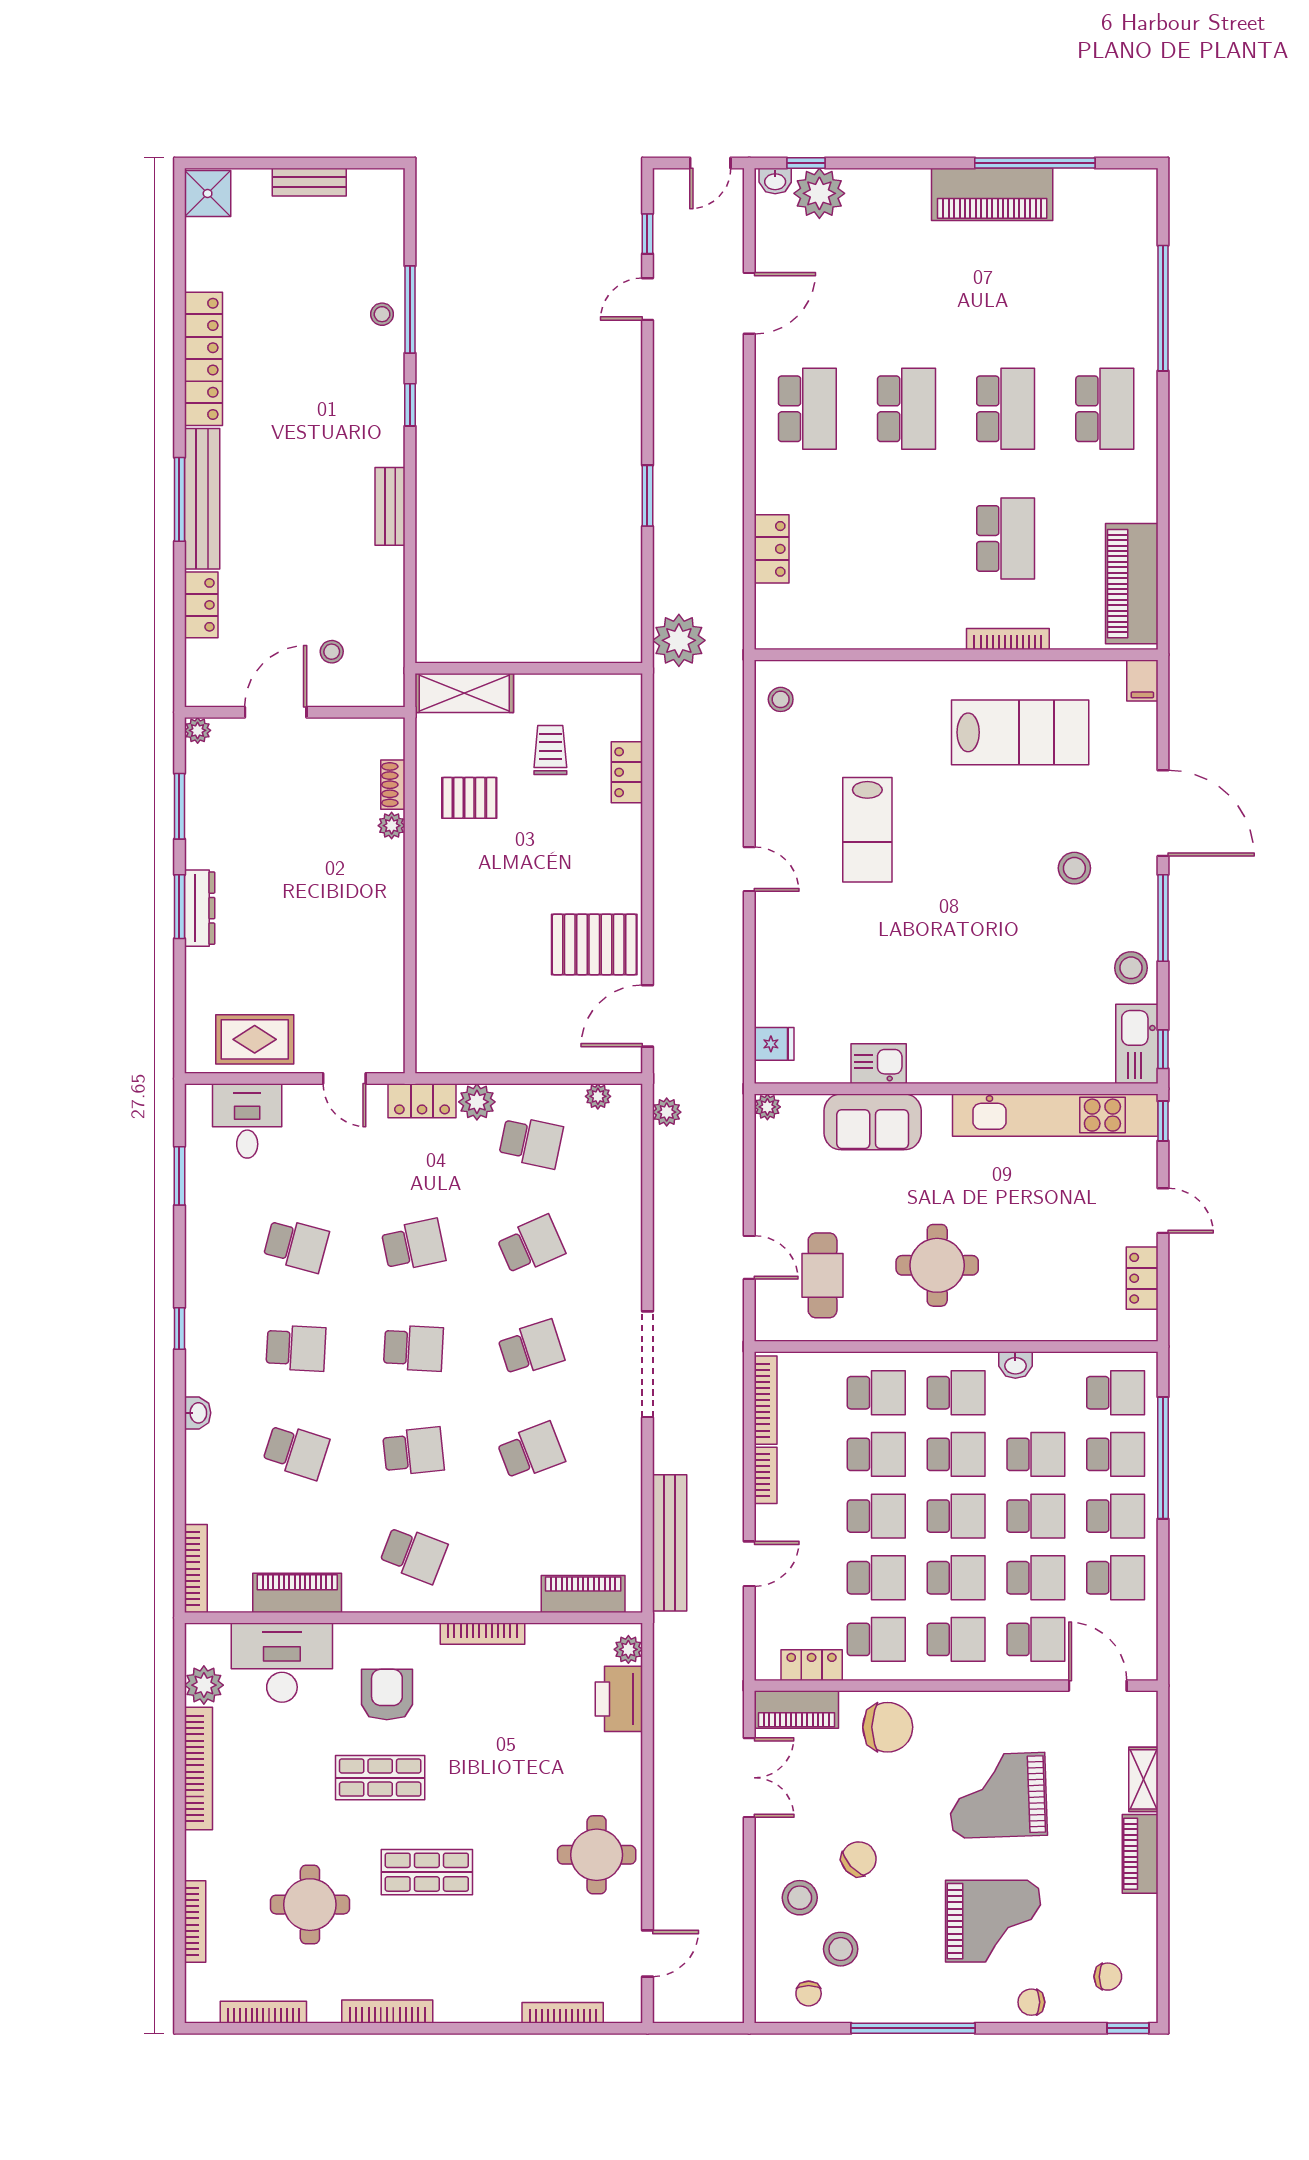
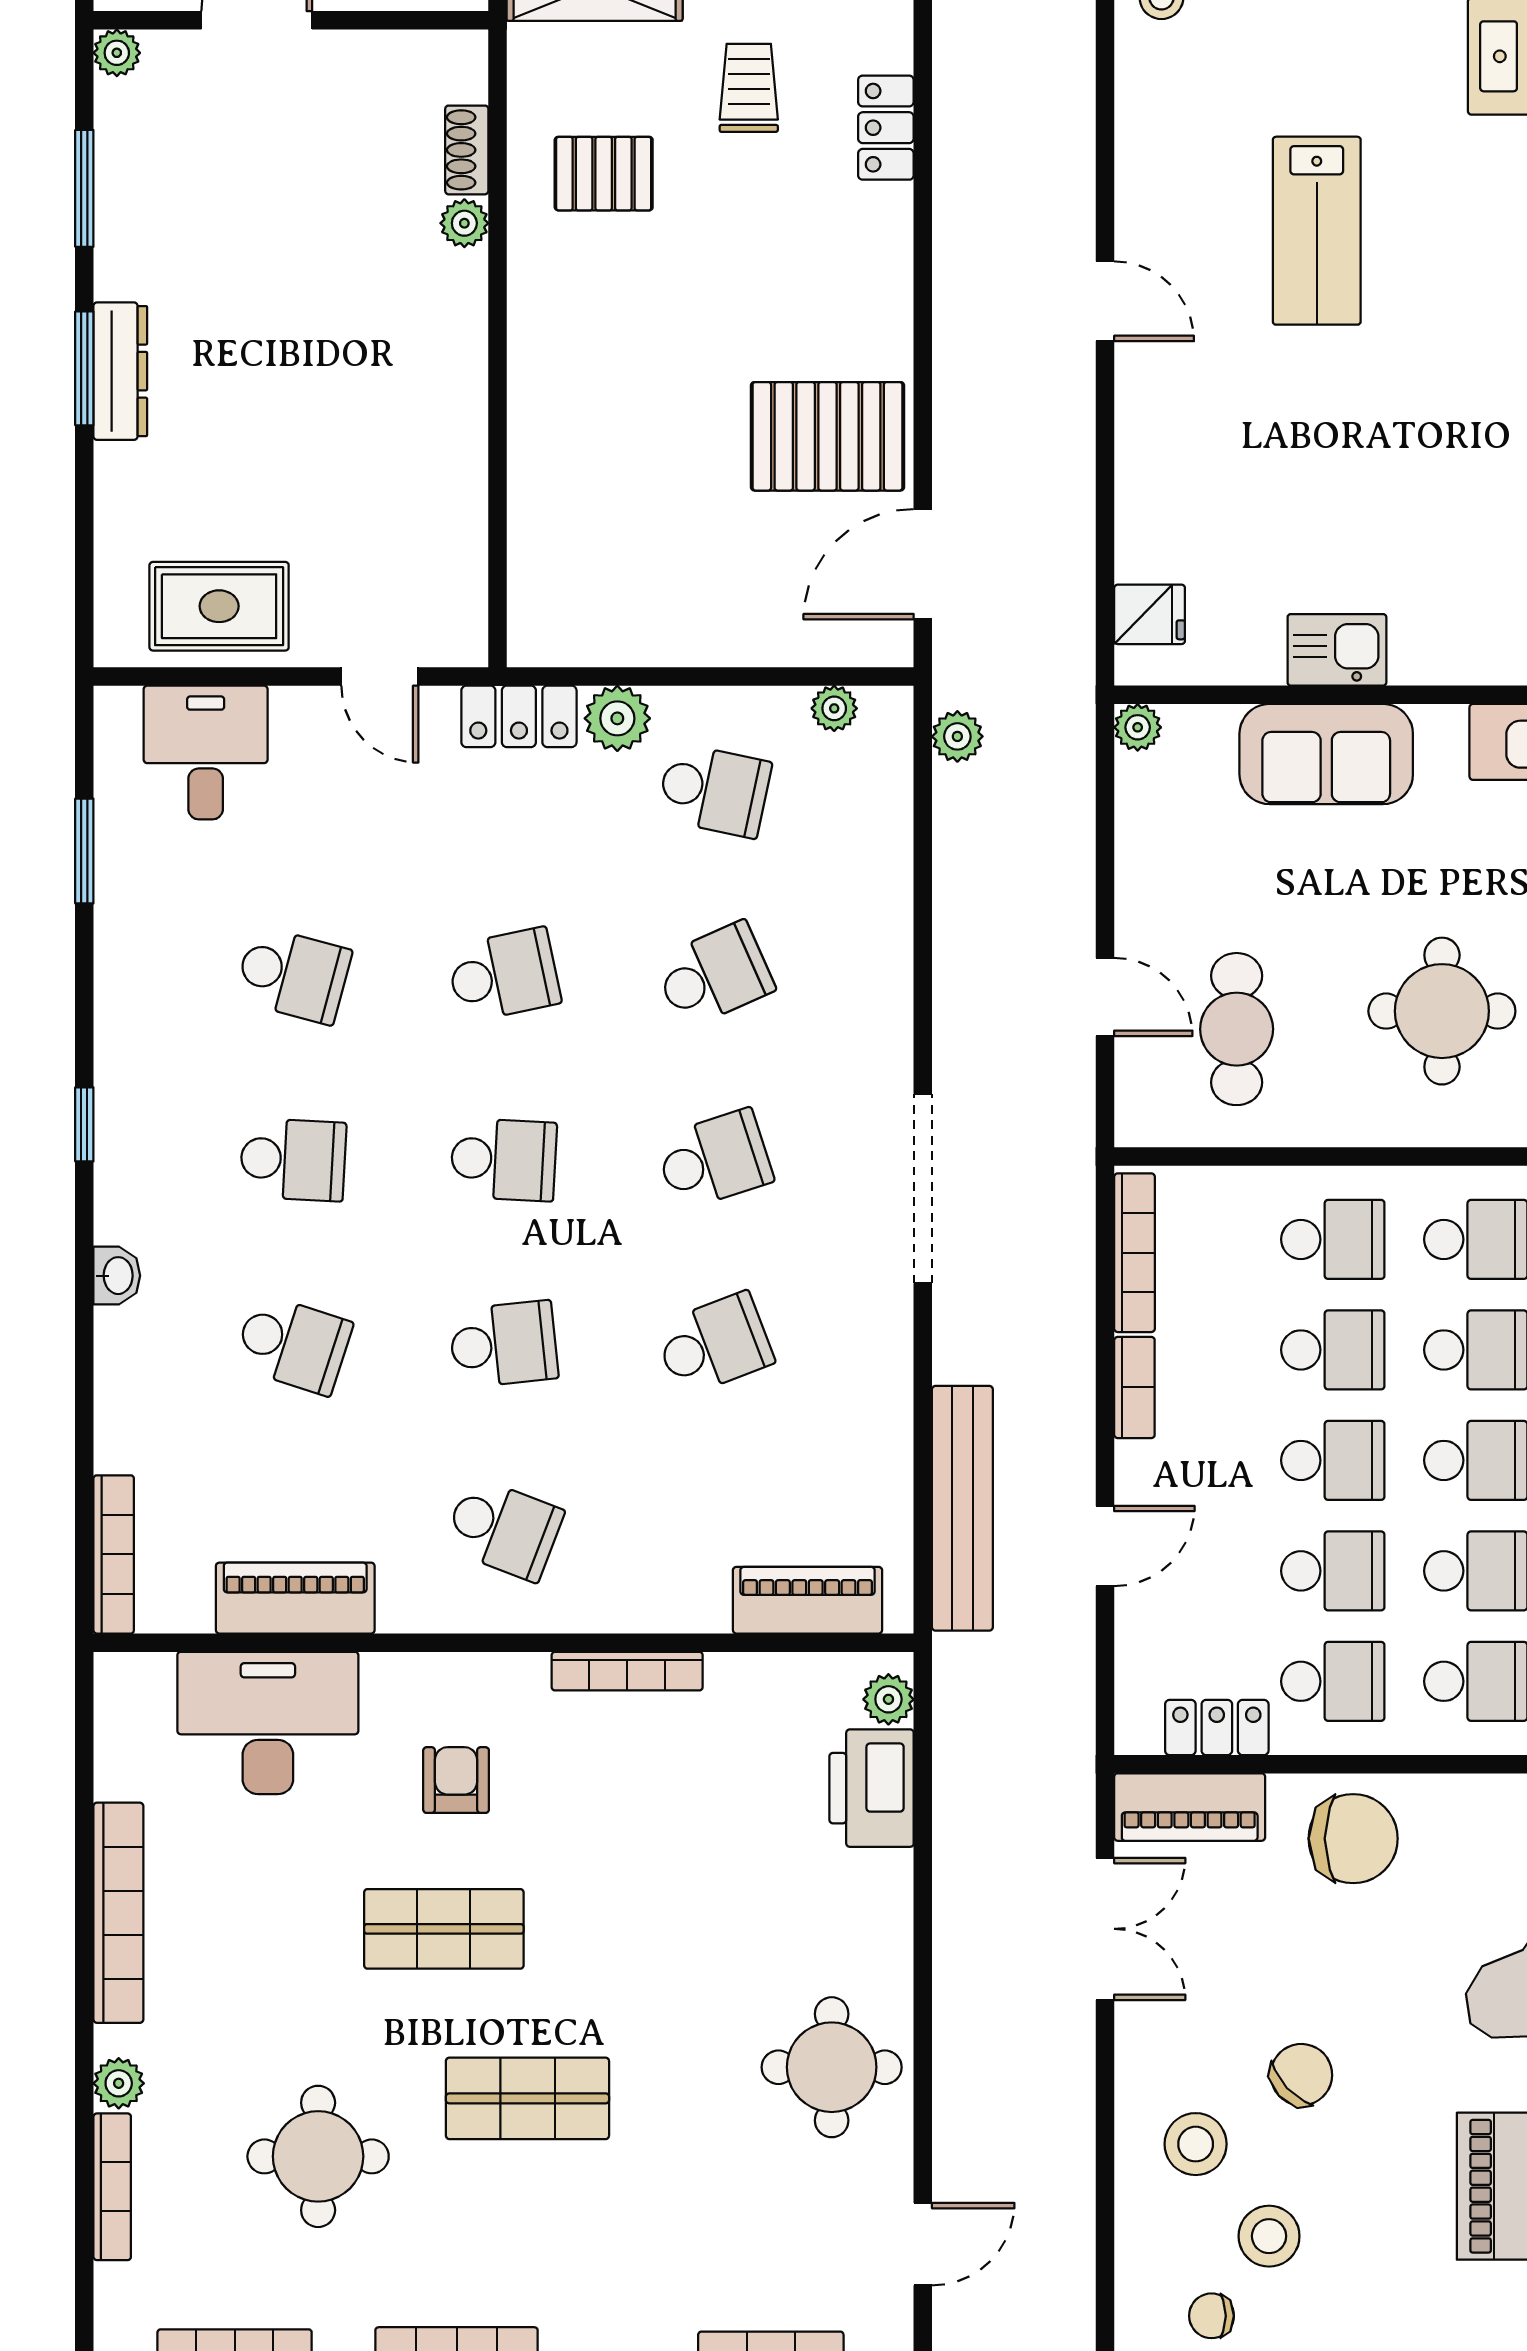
plant: (204, 1685) -> (119, 2083), moved, width x0.73, depth x0.73
armchair: (387, 1694) -> (456, 1780), width x0.72, depth x0.72
chair: (809, 1994) -> (1211, 2316), turned 90

